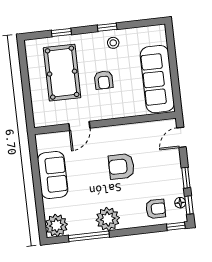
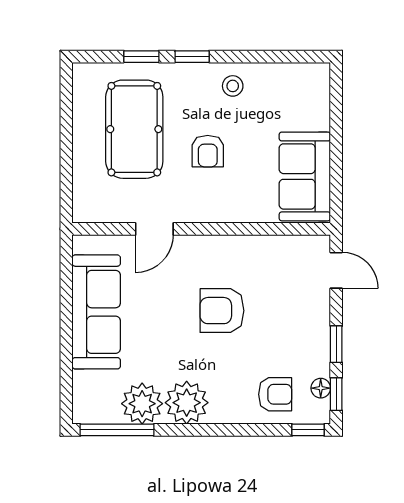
window: (107, 27) -> (192, 57), moved
sofa: (157, 79) -> (305, 176), width x0.73
door: (181, 137) -> (336, 270), swing flipped
sofa: (53, 175) -> (96, 312), width x1.36
plant: (56, 225) -> (142, 404), moved
window: (89, 236) -> (117, 430), moved

